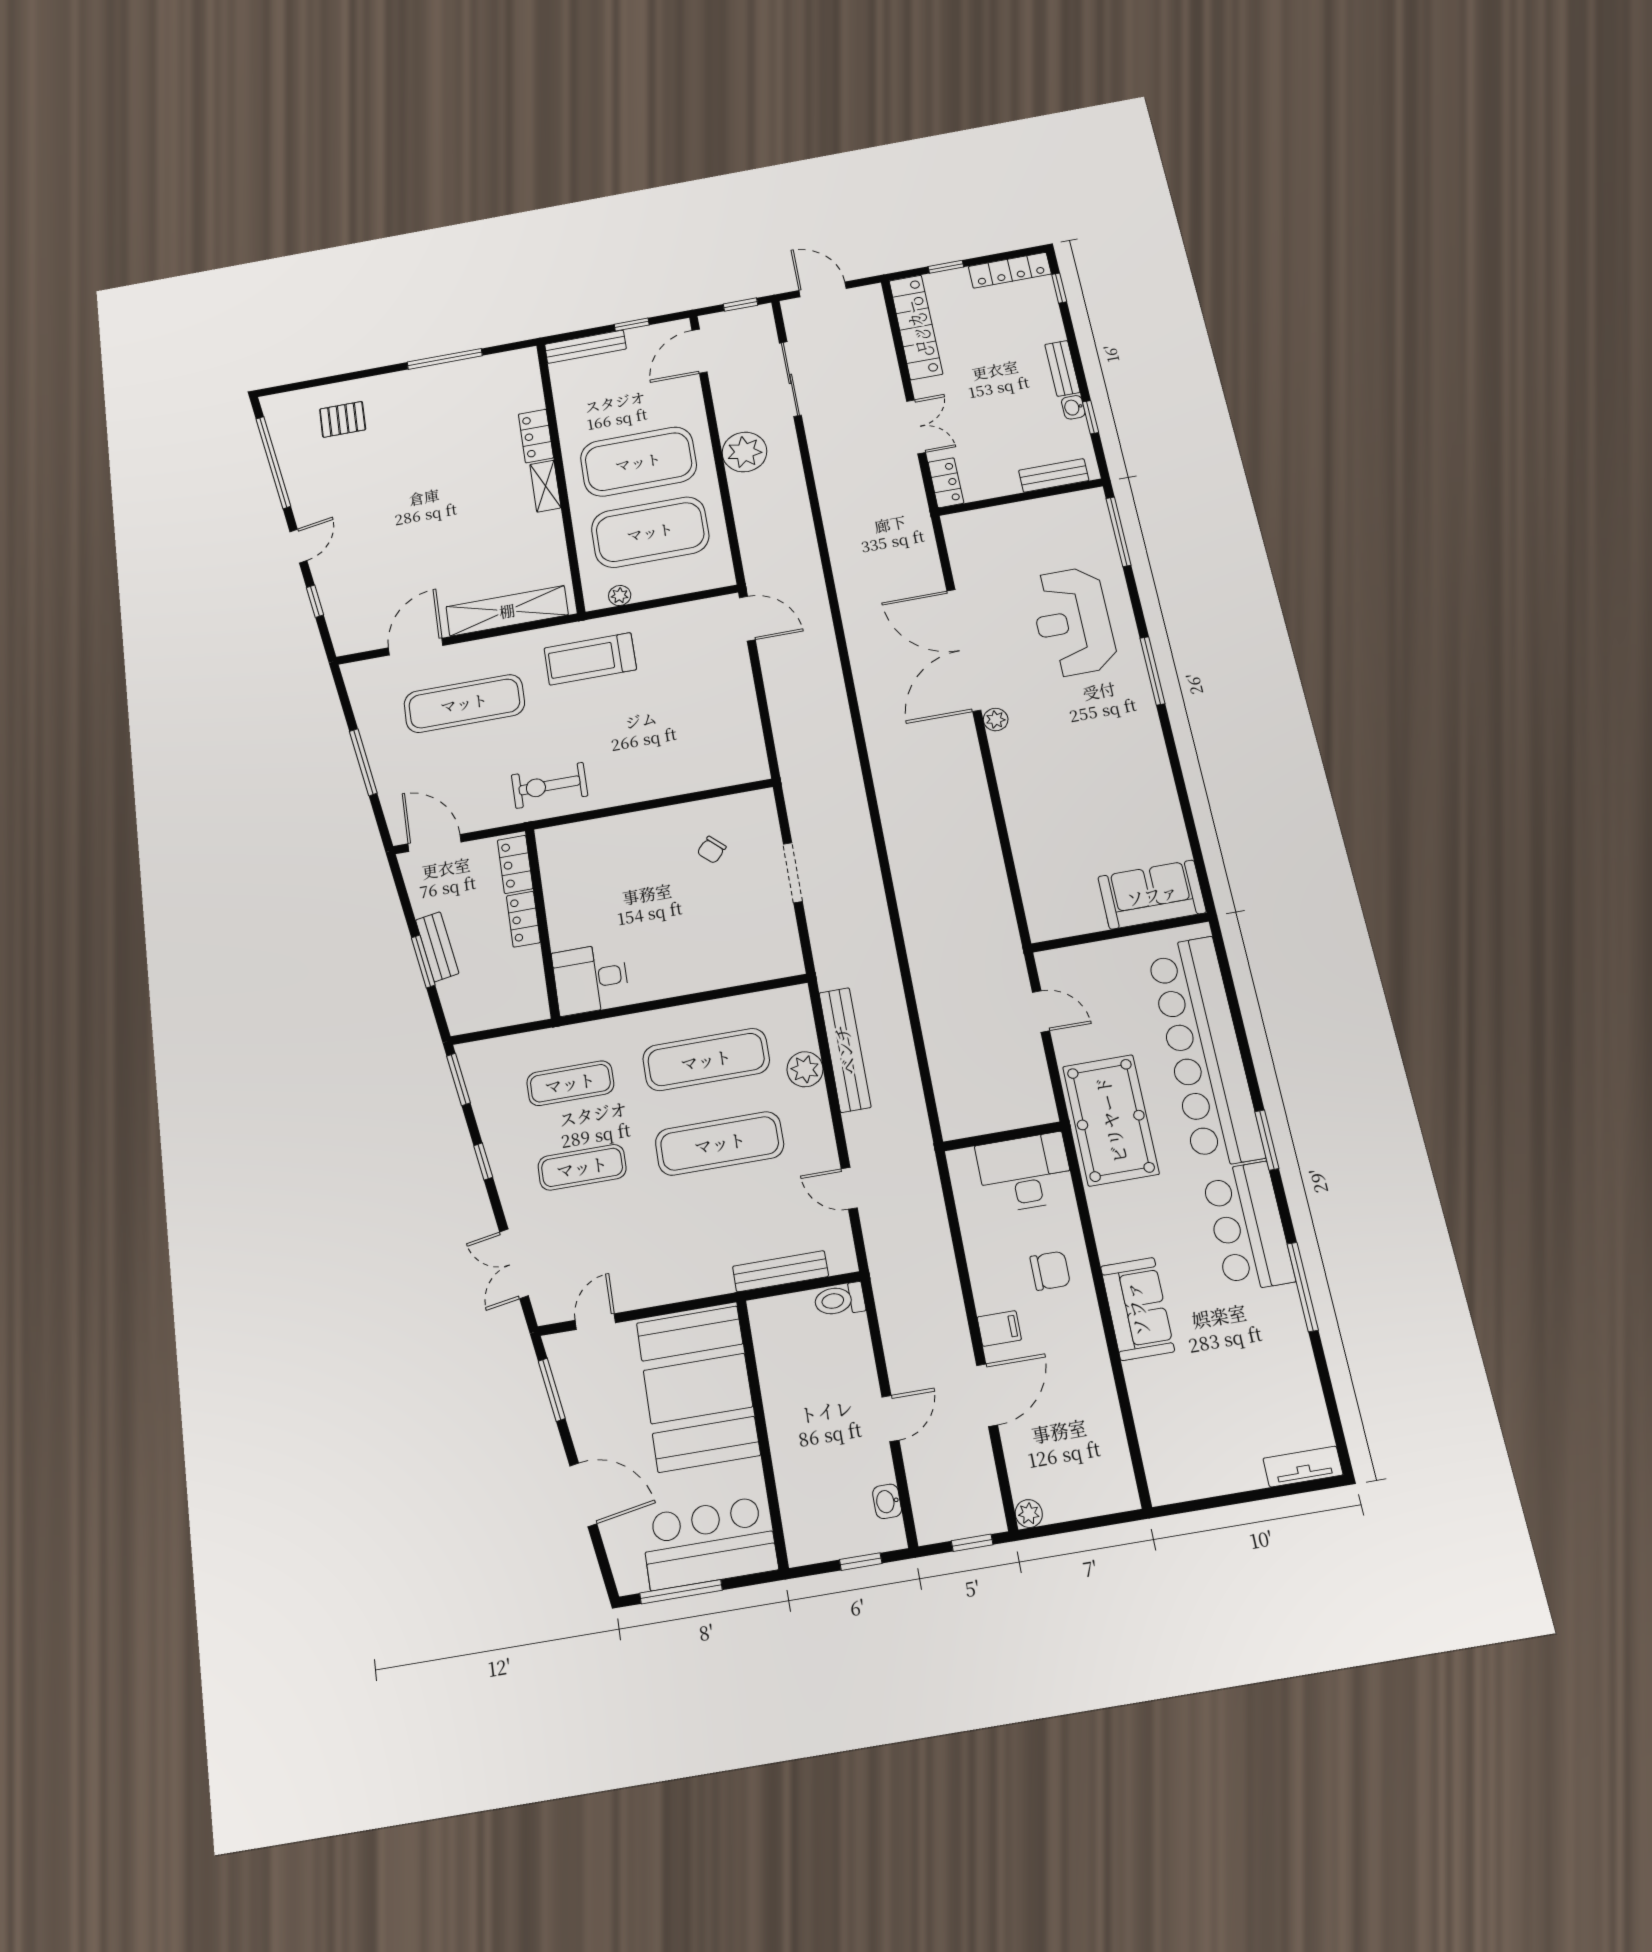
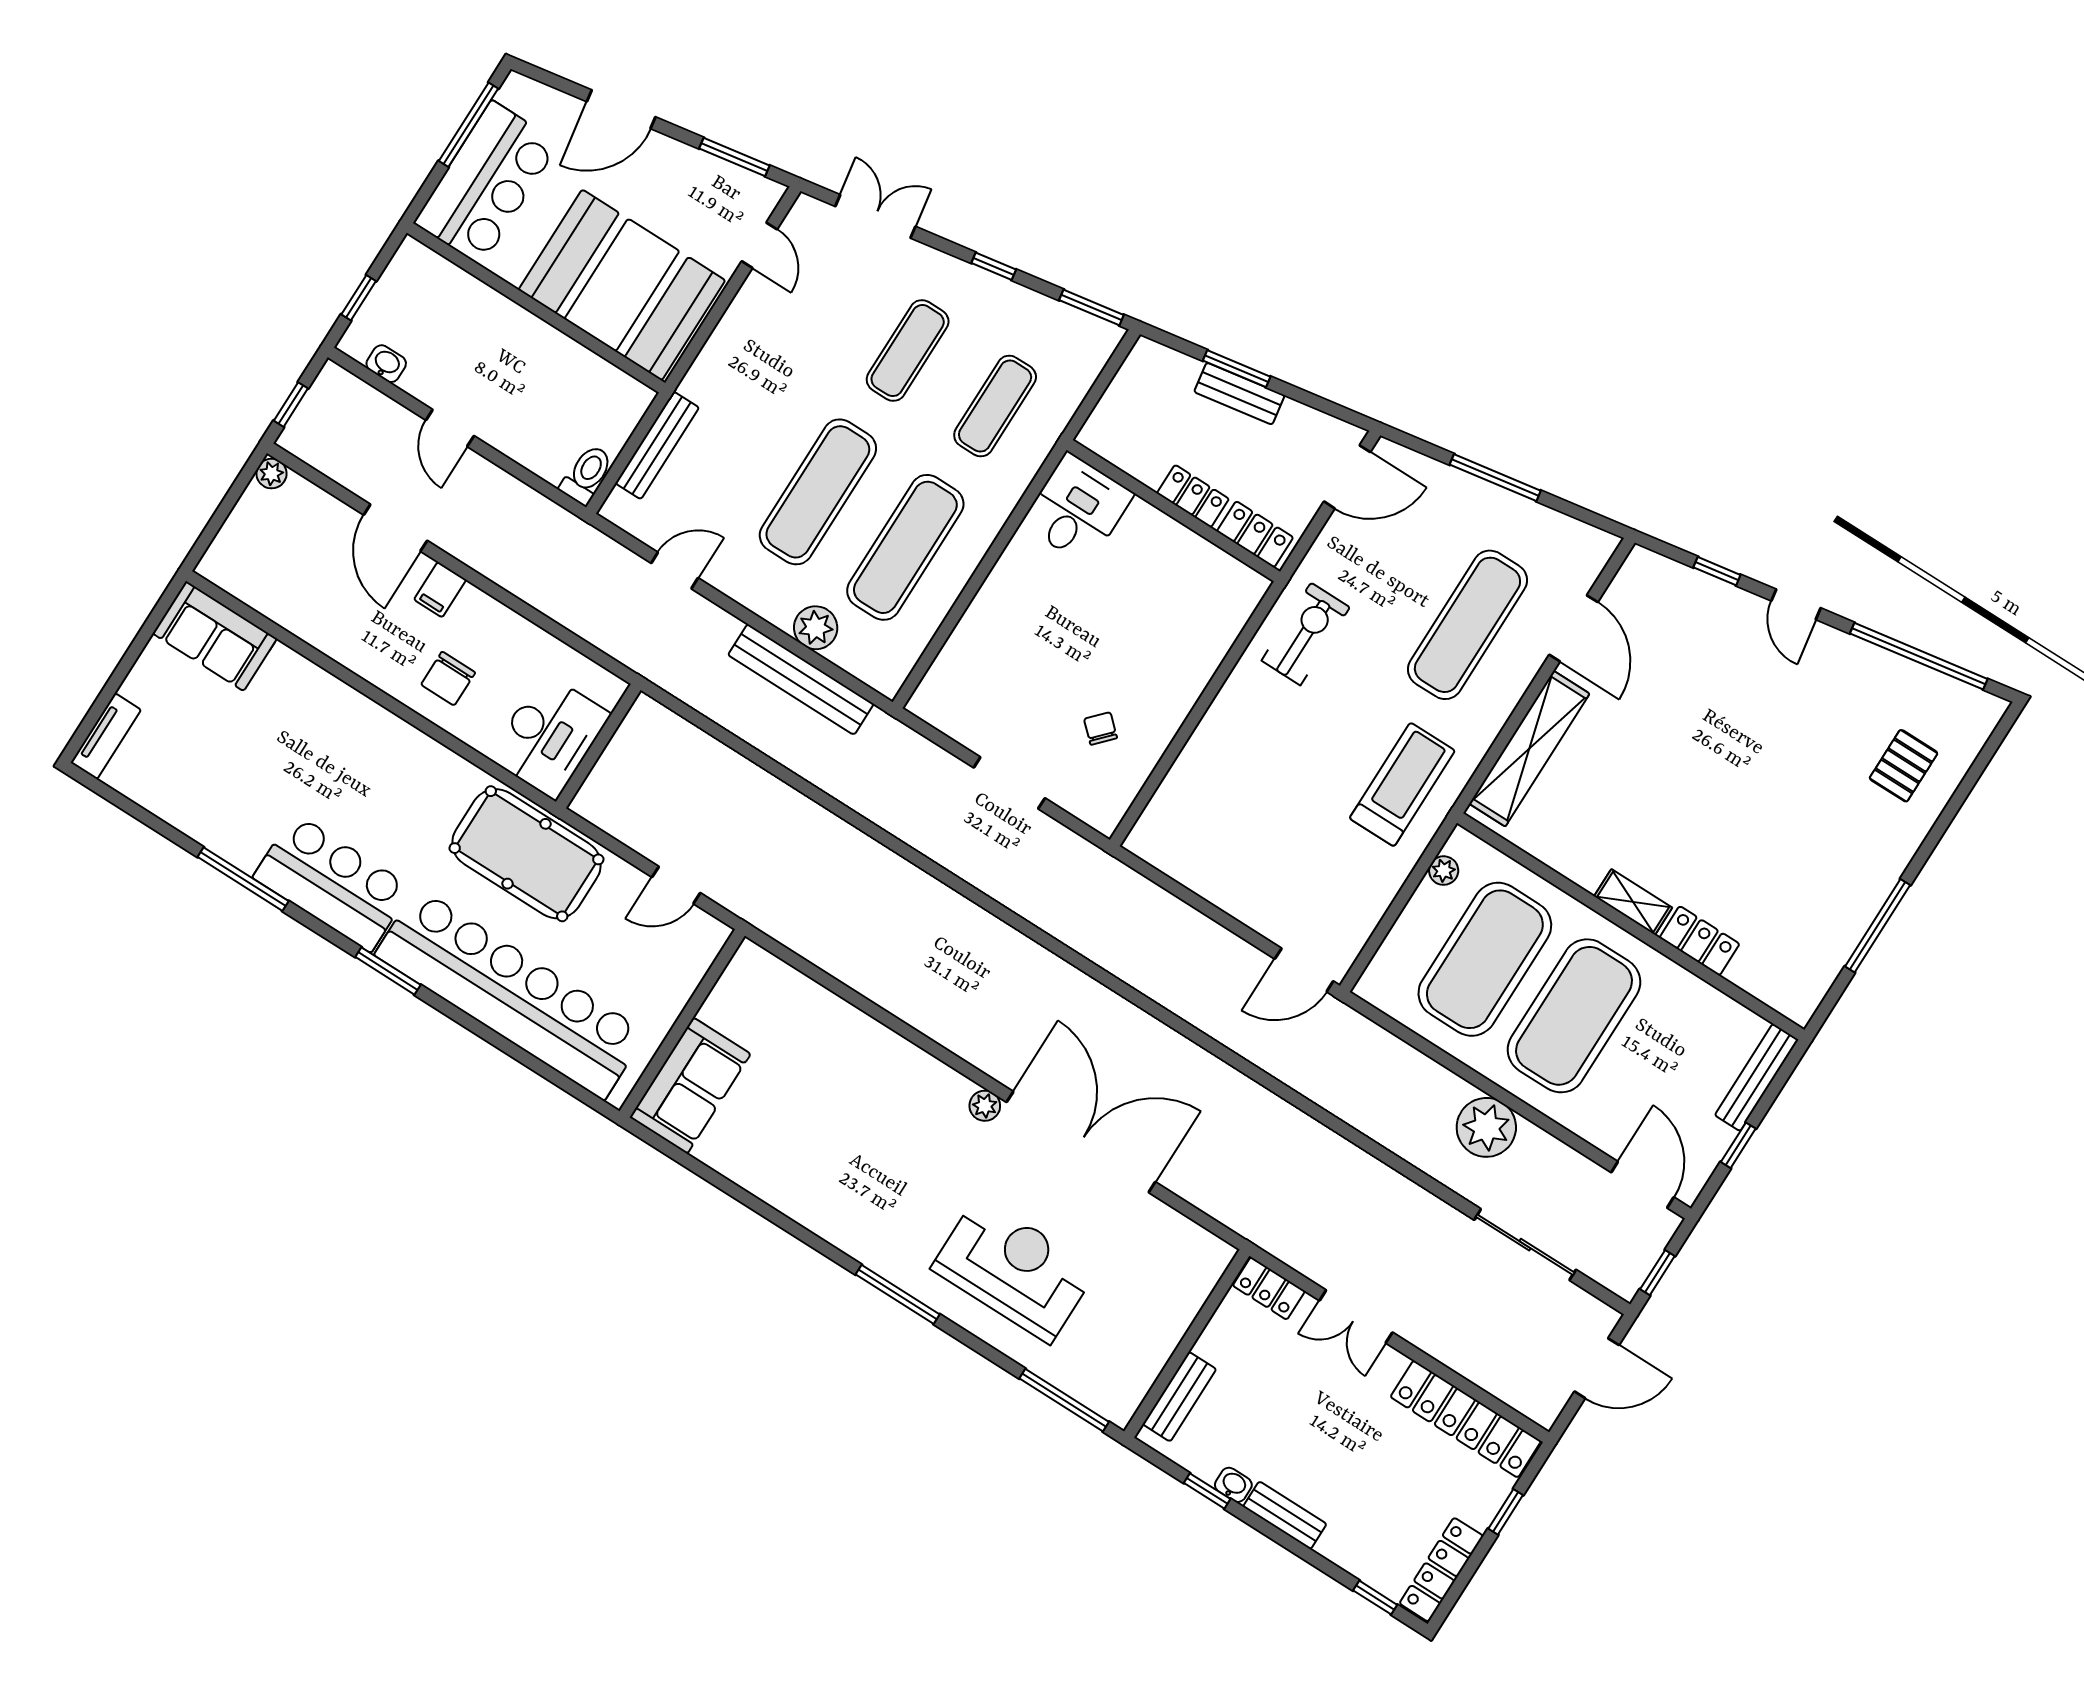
sofa: (1137, 1309) -> (215, 636), moved

